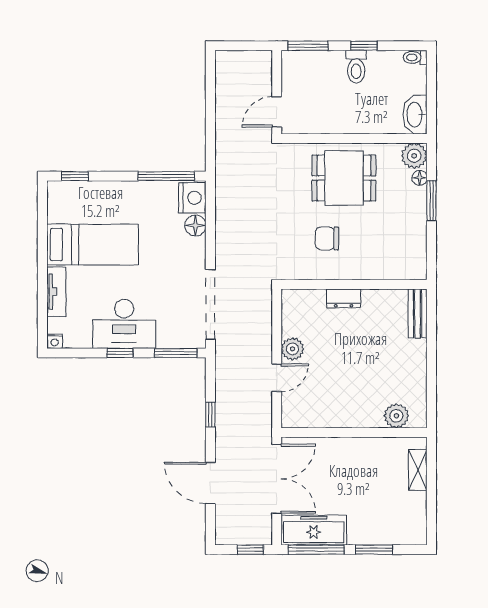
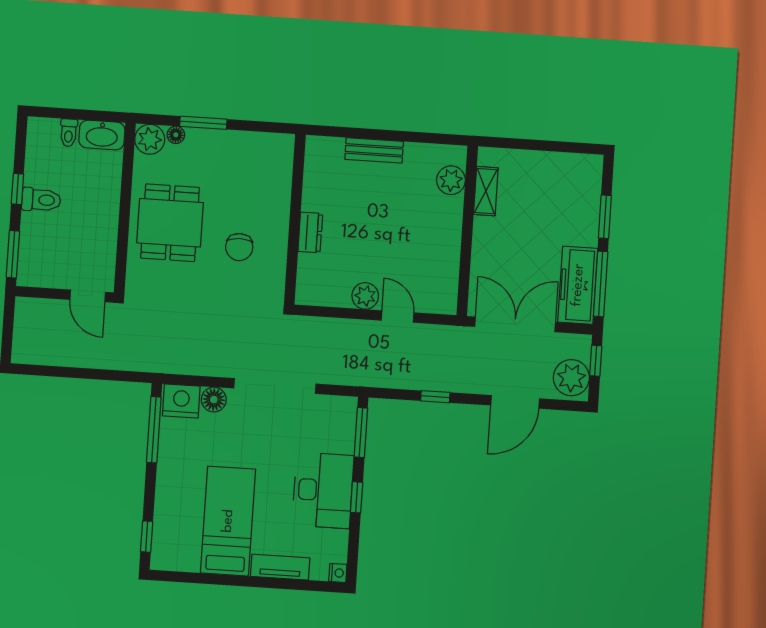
toilet: (415, 57) -> (69, 133), moved
doorway: (210, 304) -> (275, 386), moved
bench: (418, 313) -> (374, 150), moved
shelving: (418, 470) -> (486, 191), moved, turned 90
plant: (234, 530) -> (571, 378), added

